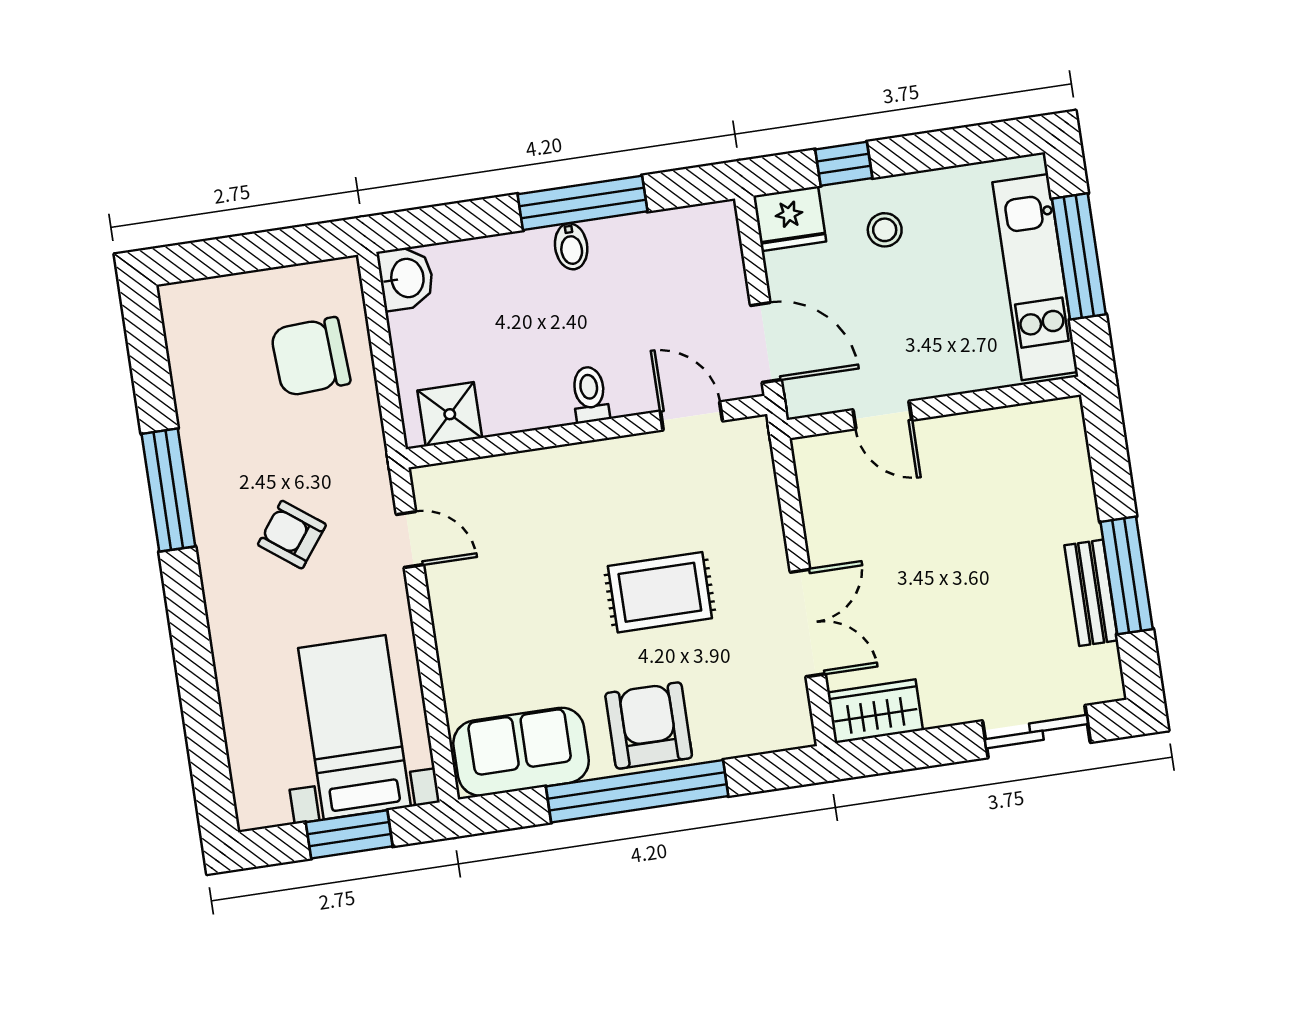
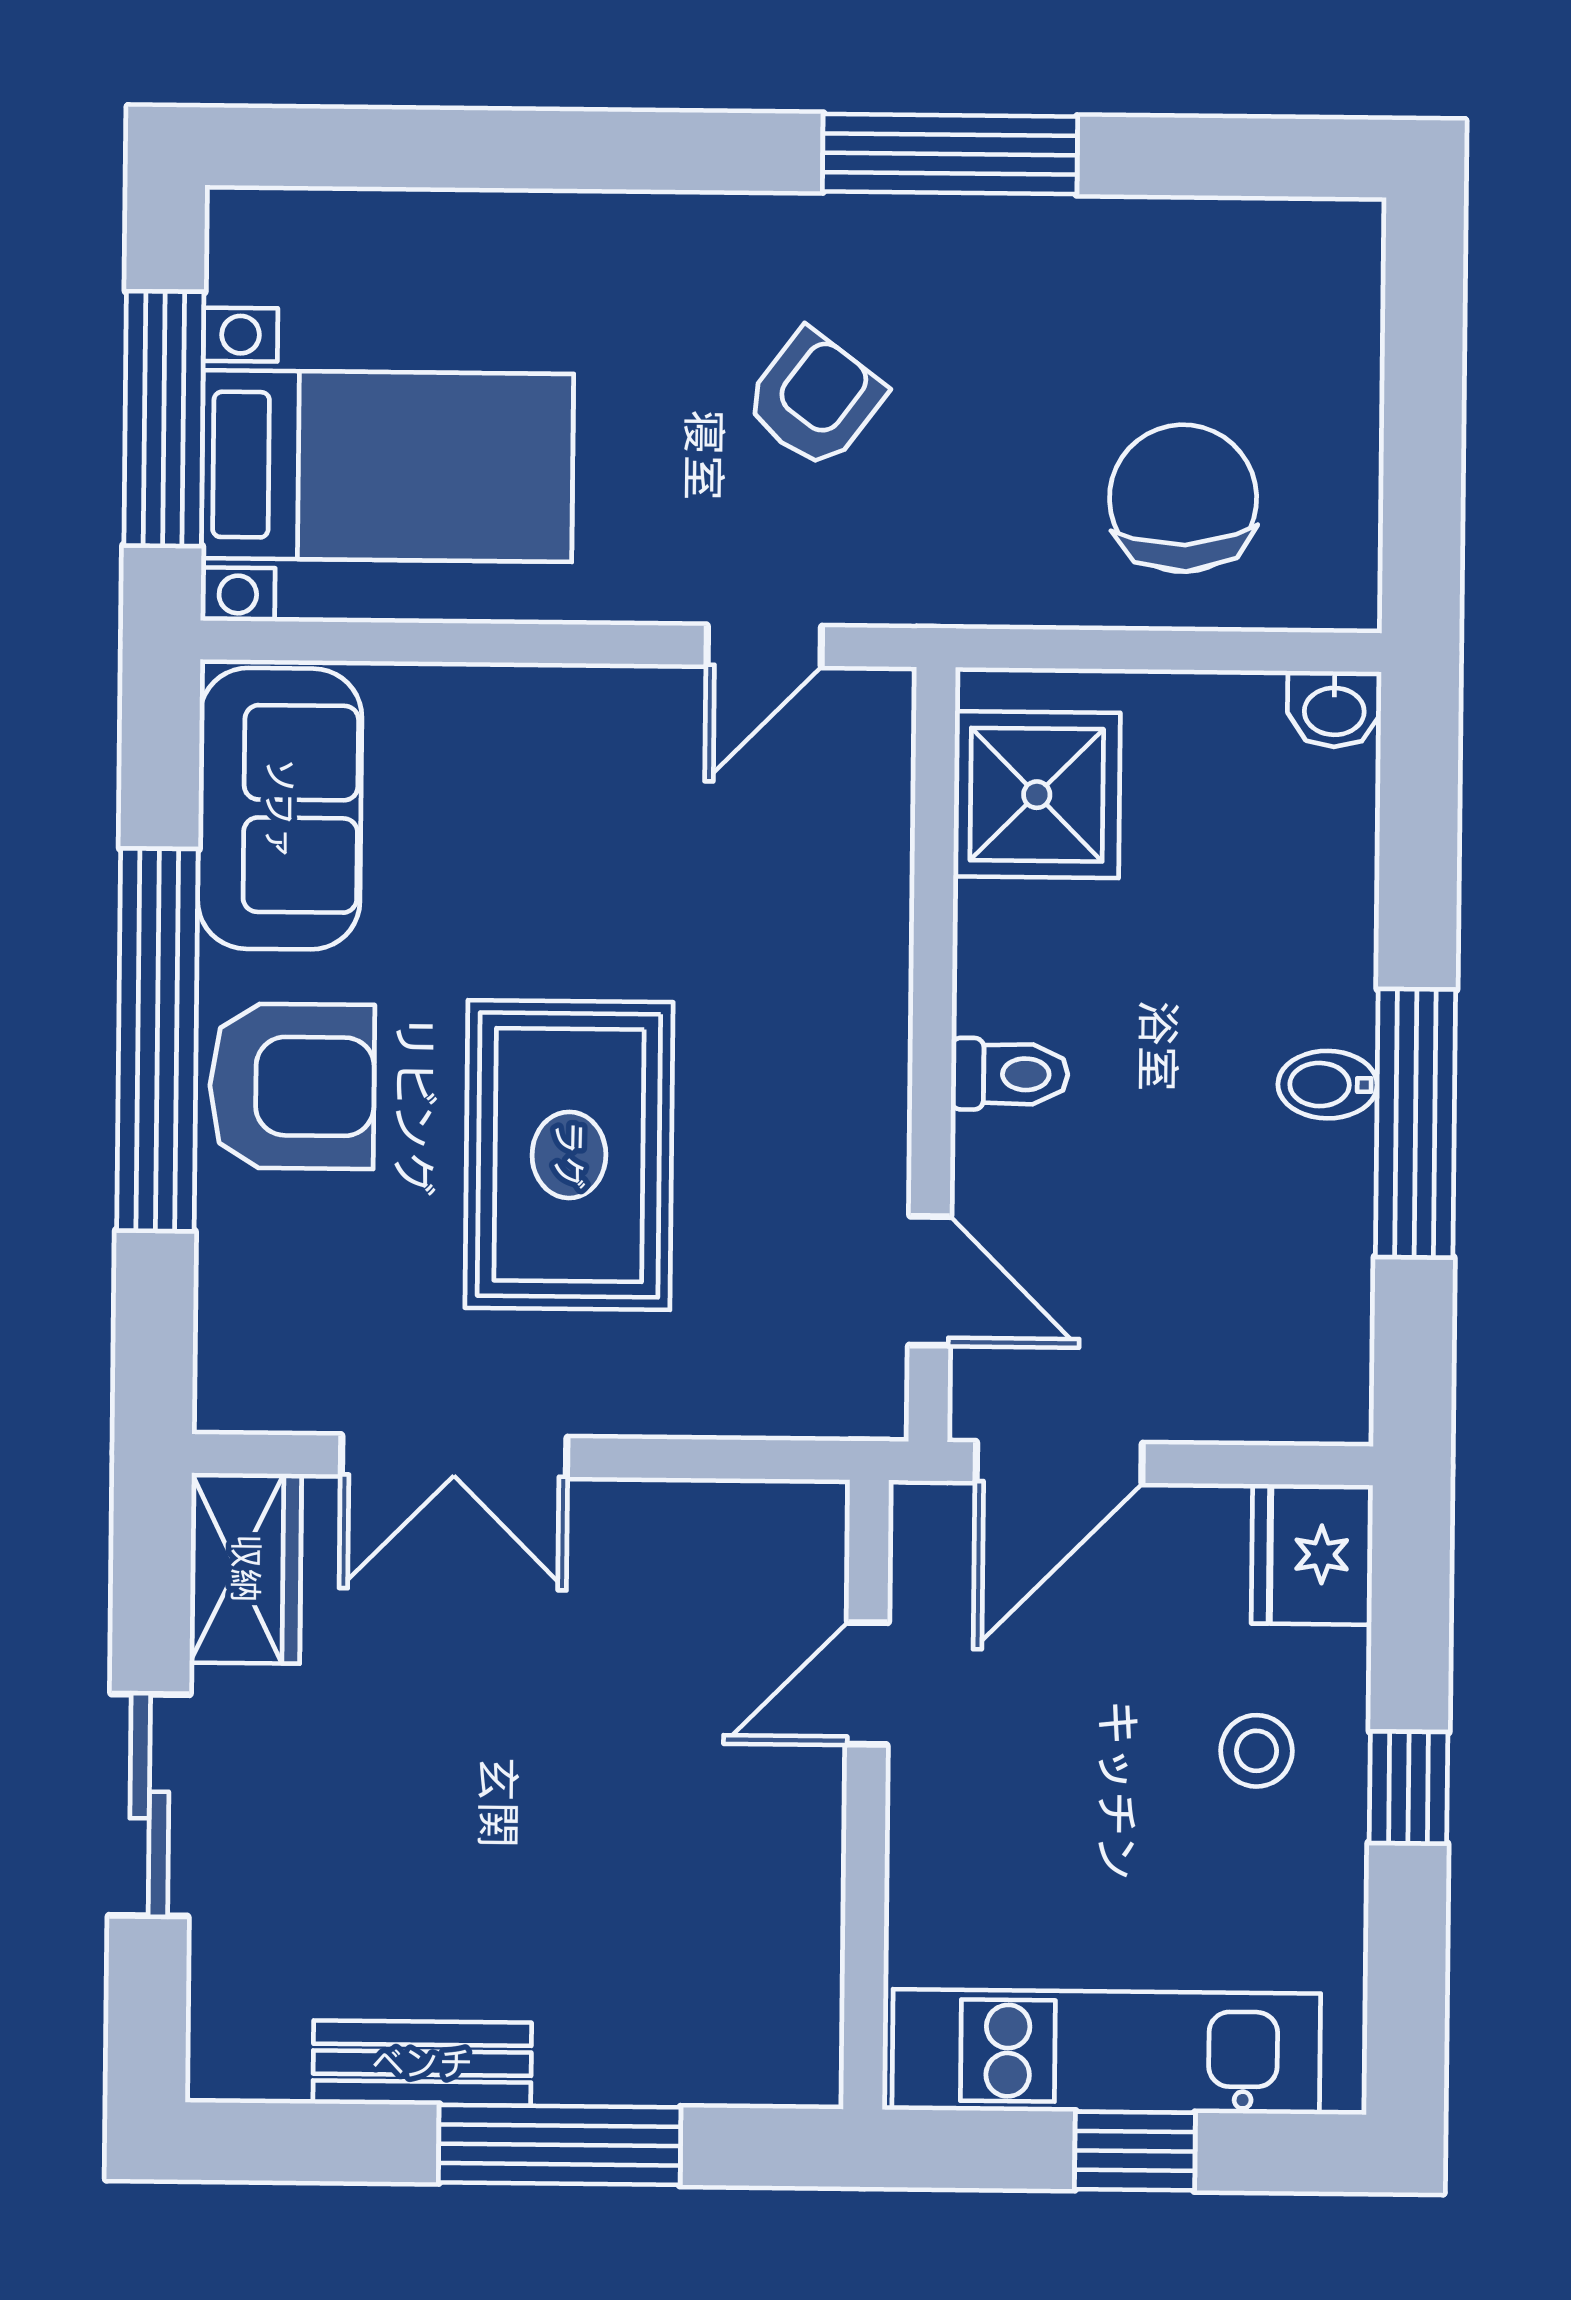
window: (844, 164) -> (1408, 1788), moved
window: (1079, 256) -> (1135, 2151), width x0.46
washbasin: (406, 278) -> (1334, 709), width x0.72, depth x0.69
shower: (450, 414) -> (1037, 795), width x1.36, depth x1.36
door: (691, 416) -> (930, 1281), hinge flipped
window: (1127, 575) -> (560, 2145), moved
rug: (660, 592) -> (569, 1155), width x1.36, depth x1.43
sliding door: (1036, 732) -> (149, 1805), moved
window: (349, 834) -> (164, 419), width x1.44

